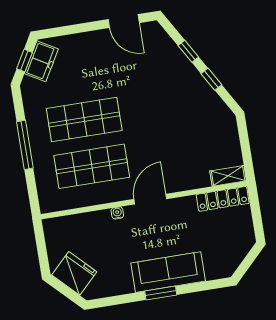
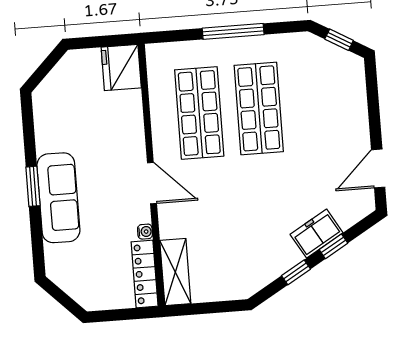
freezer: (41, 61) -> (317, 234), moved, turned 120
shelving: (228, 176) -> (175, 272), width x1.50, depth x1.33
water cooler: (117, 213) -> (145, 232), moved
fridge: (74, 273) -> (121, 68), moved, turned 135

